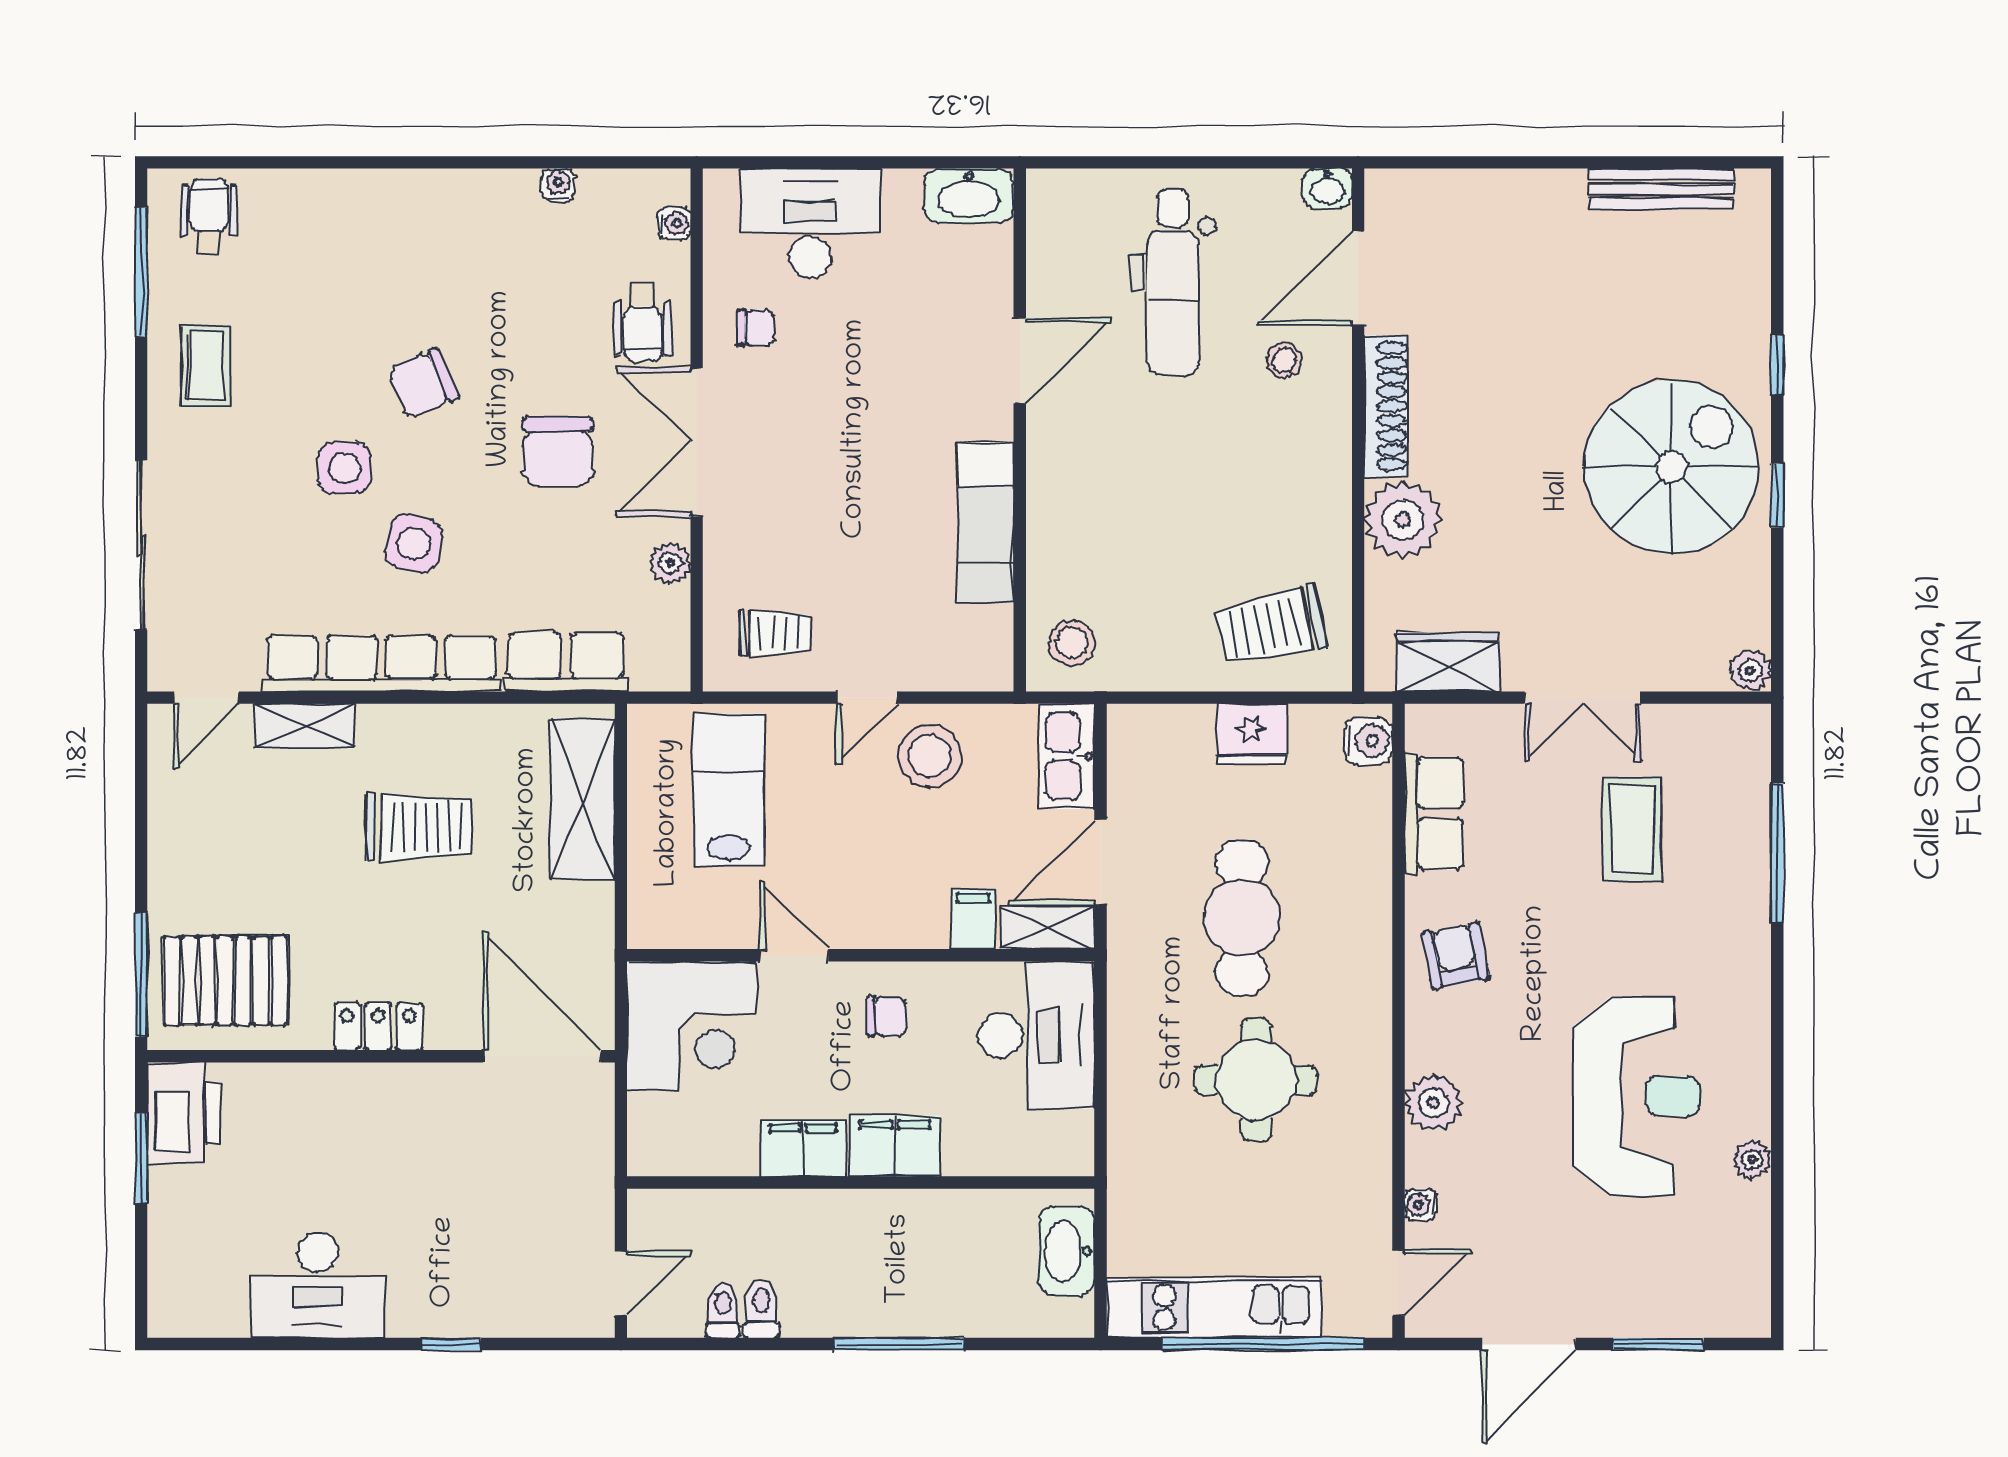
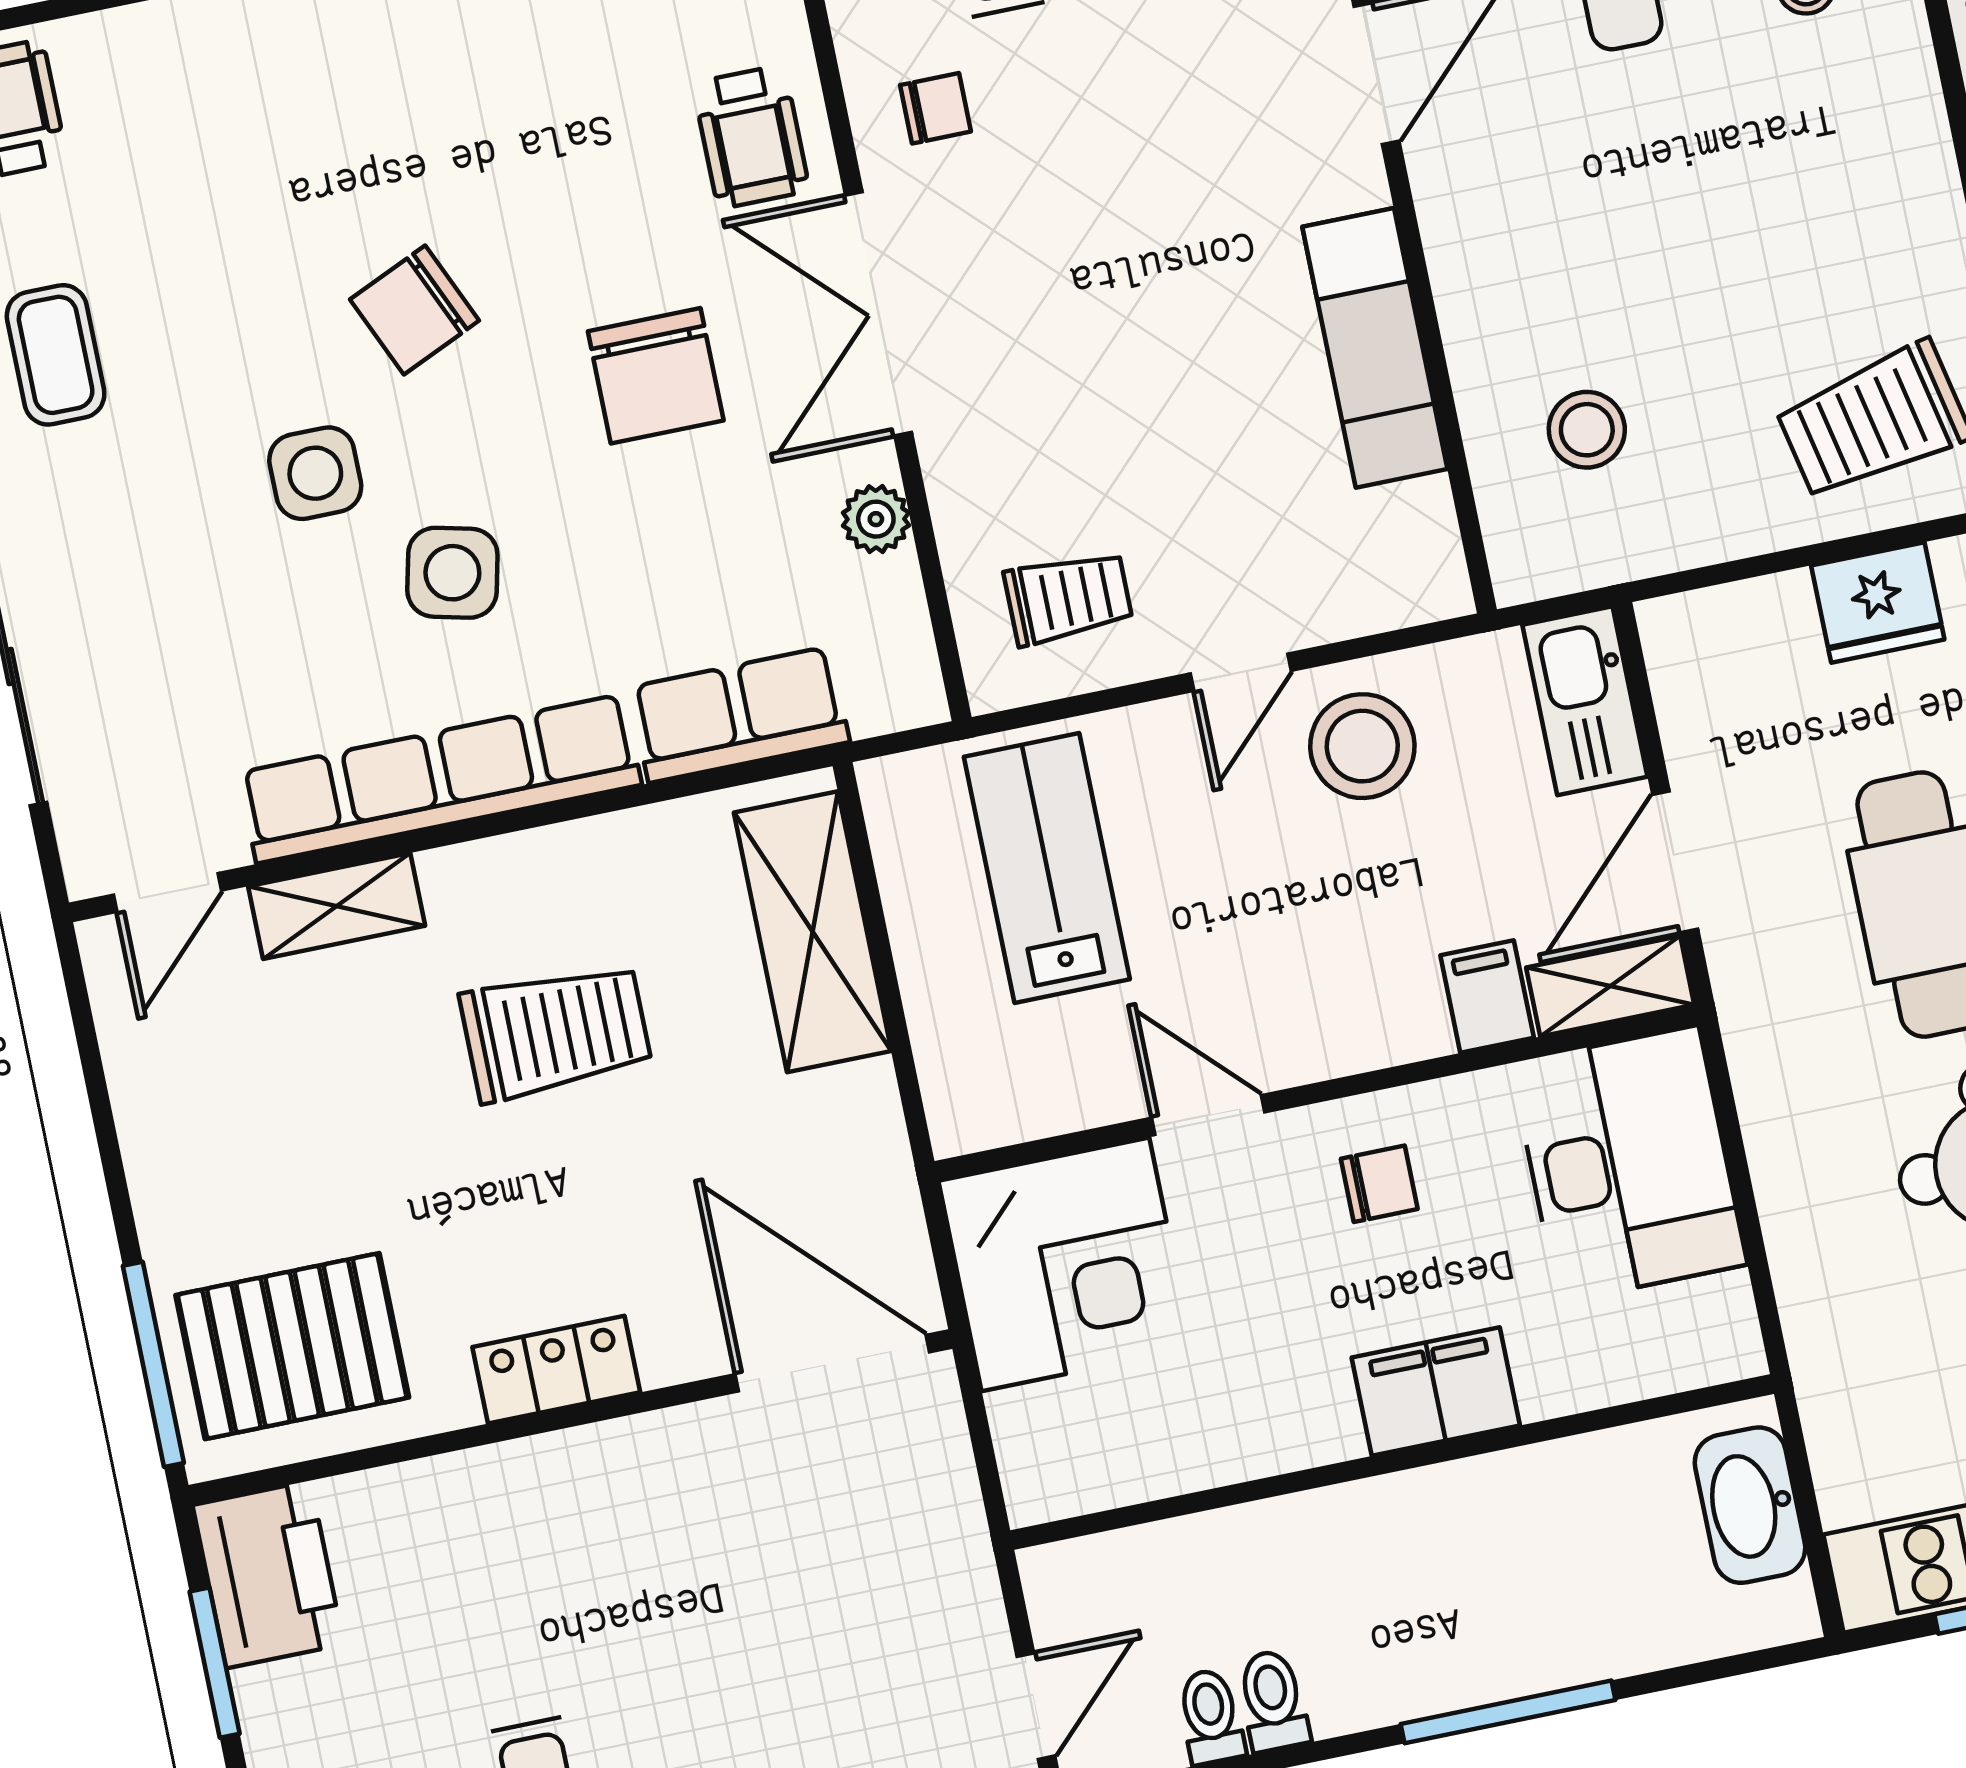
stool: (1072, 643) -> (1587, 430), moved
filing cabinet: (803, 1148) -> (1287, 1426), removed

